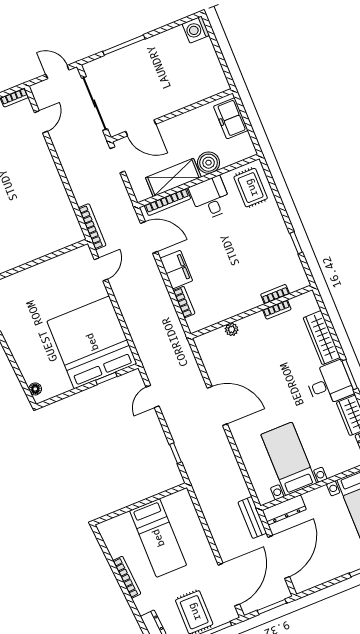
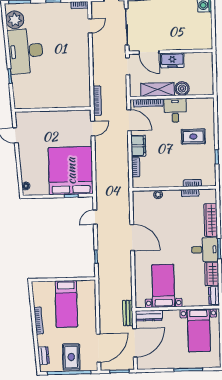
freezer: (231, 118) -> (172, 60), moved, turned -90
rug: (251, 188) -> (193, 137), moved, turned 90

